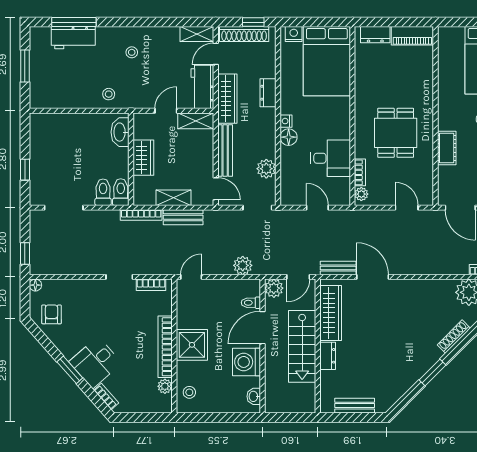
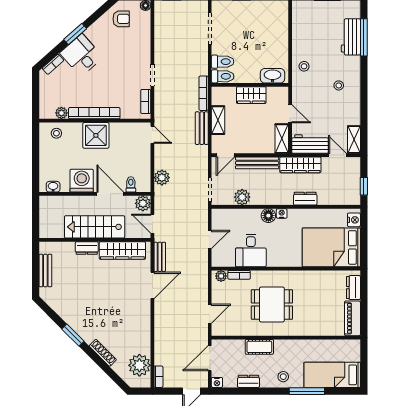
shoe rack: (244, 34) -> (354, 179), removed

